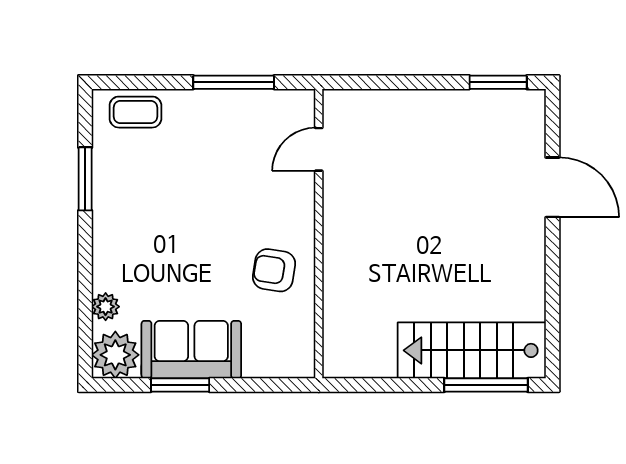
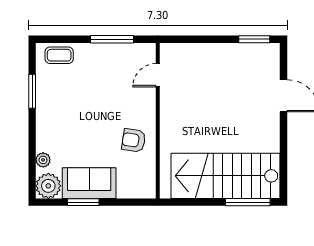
stairs: (472, 350) -> (226, 176), width x1.36, depth x1.51

